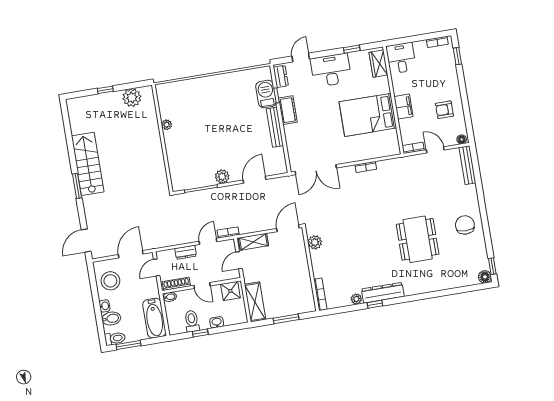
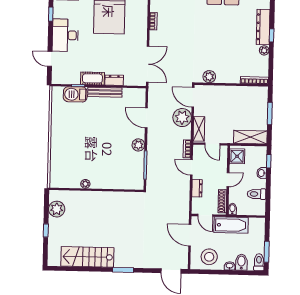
dresser: (281, 76) -> (114, 80), moved
stairs: (88, 164) -> (87, 257), moved
plant: (263, 220) -> (182, 118), added
bathtub: (154, 318) -> (231, 225), moved
window: (200, 333) -> (269, 161), moved

